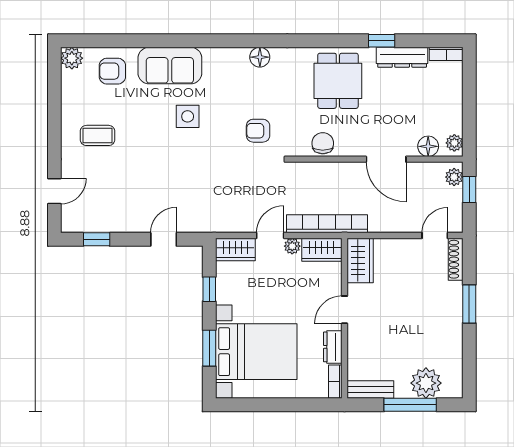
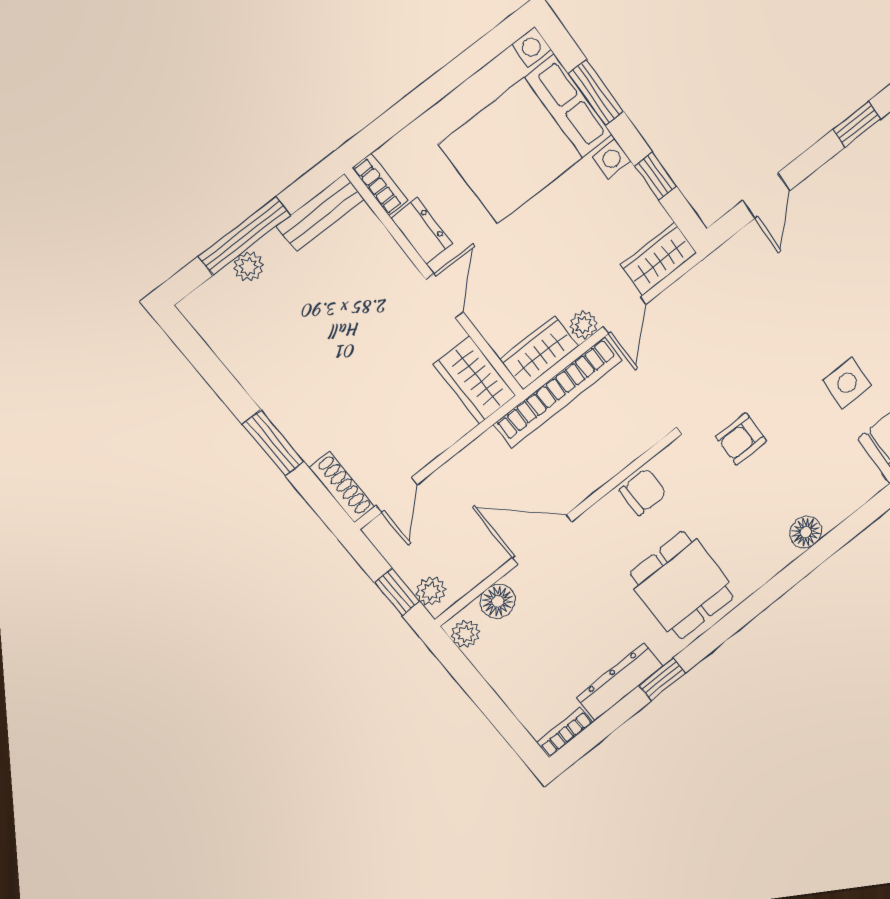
armchair: (258, 131) -> (741, 439), turned 180
chair: (323, 143) -> (643, 492), turned -90
plant: (426, 383) -> (249, 267), width x0.53, depth x0.53

